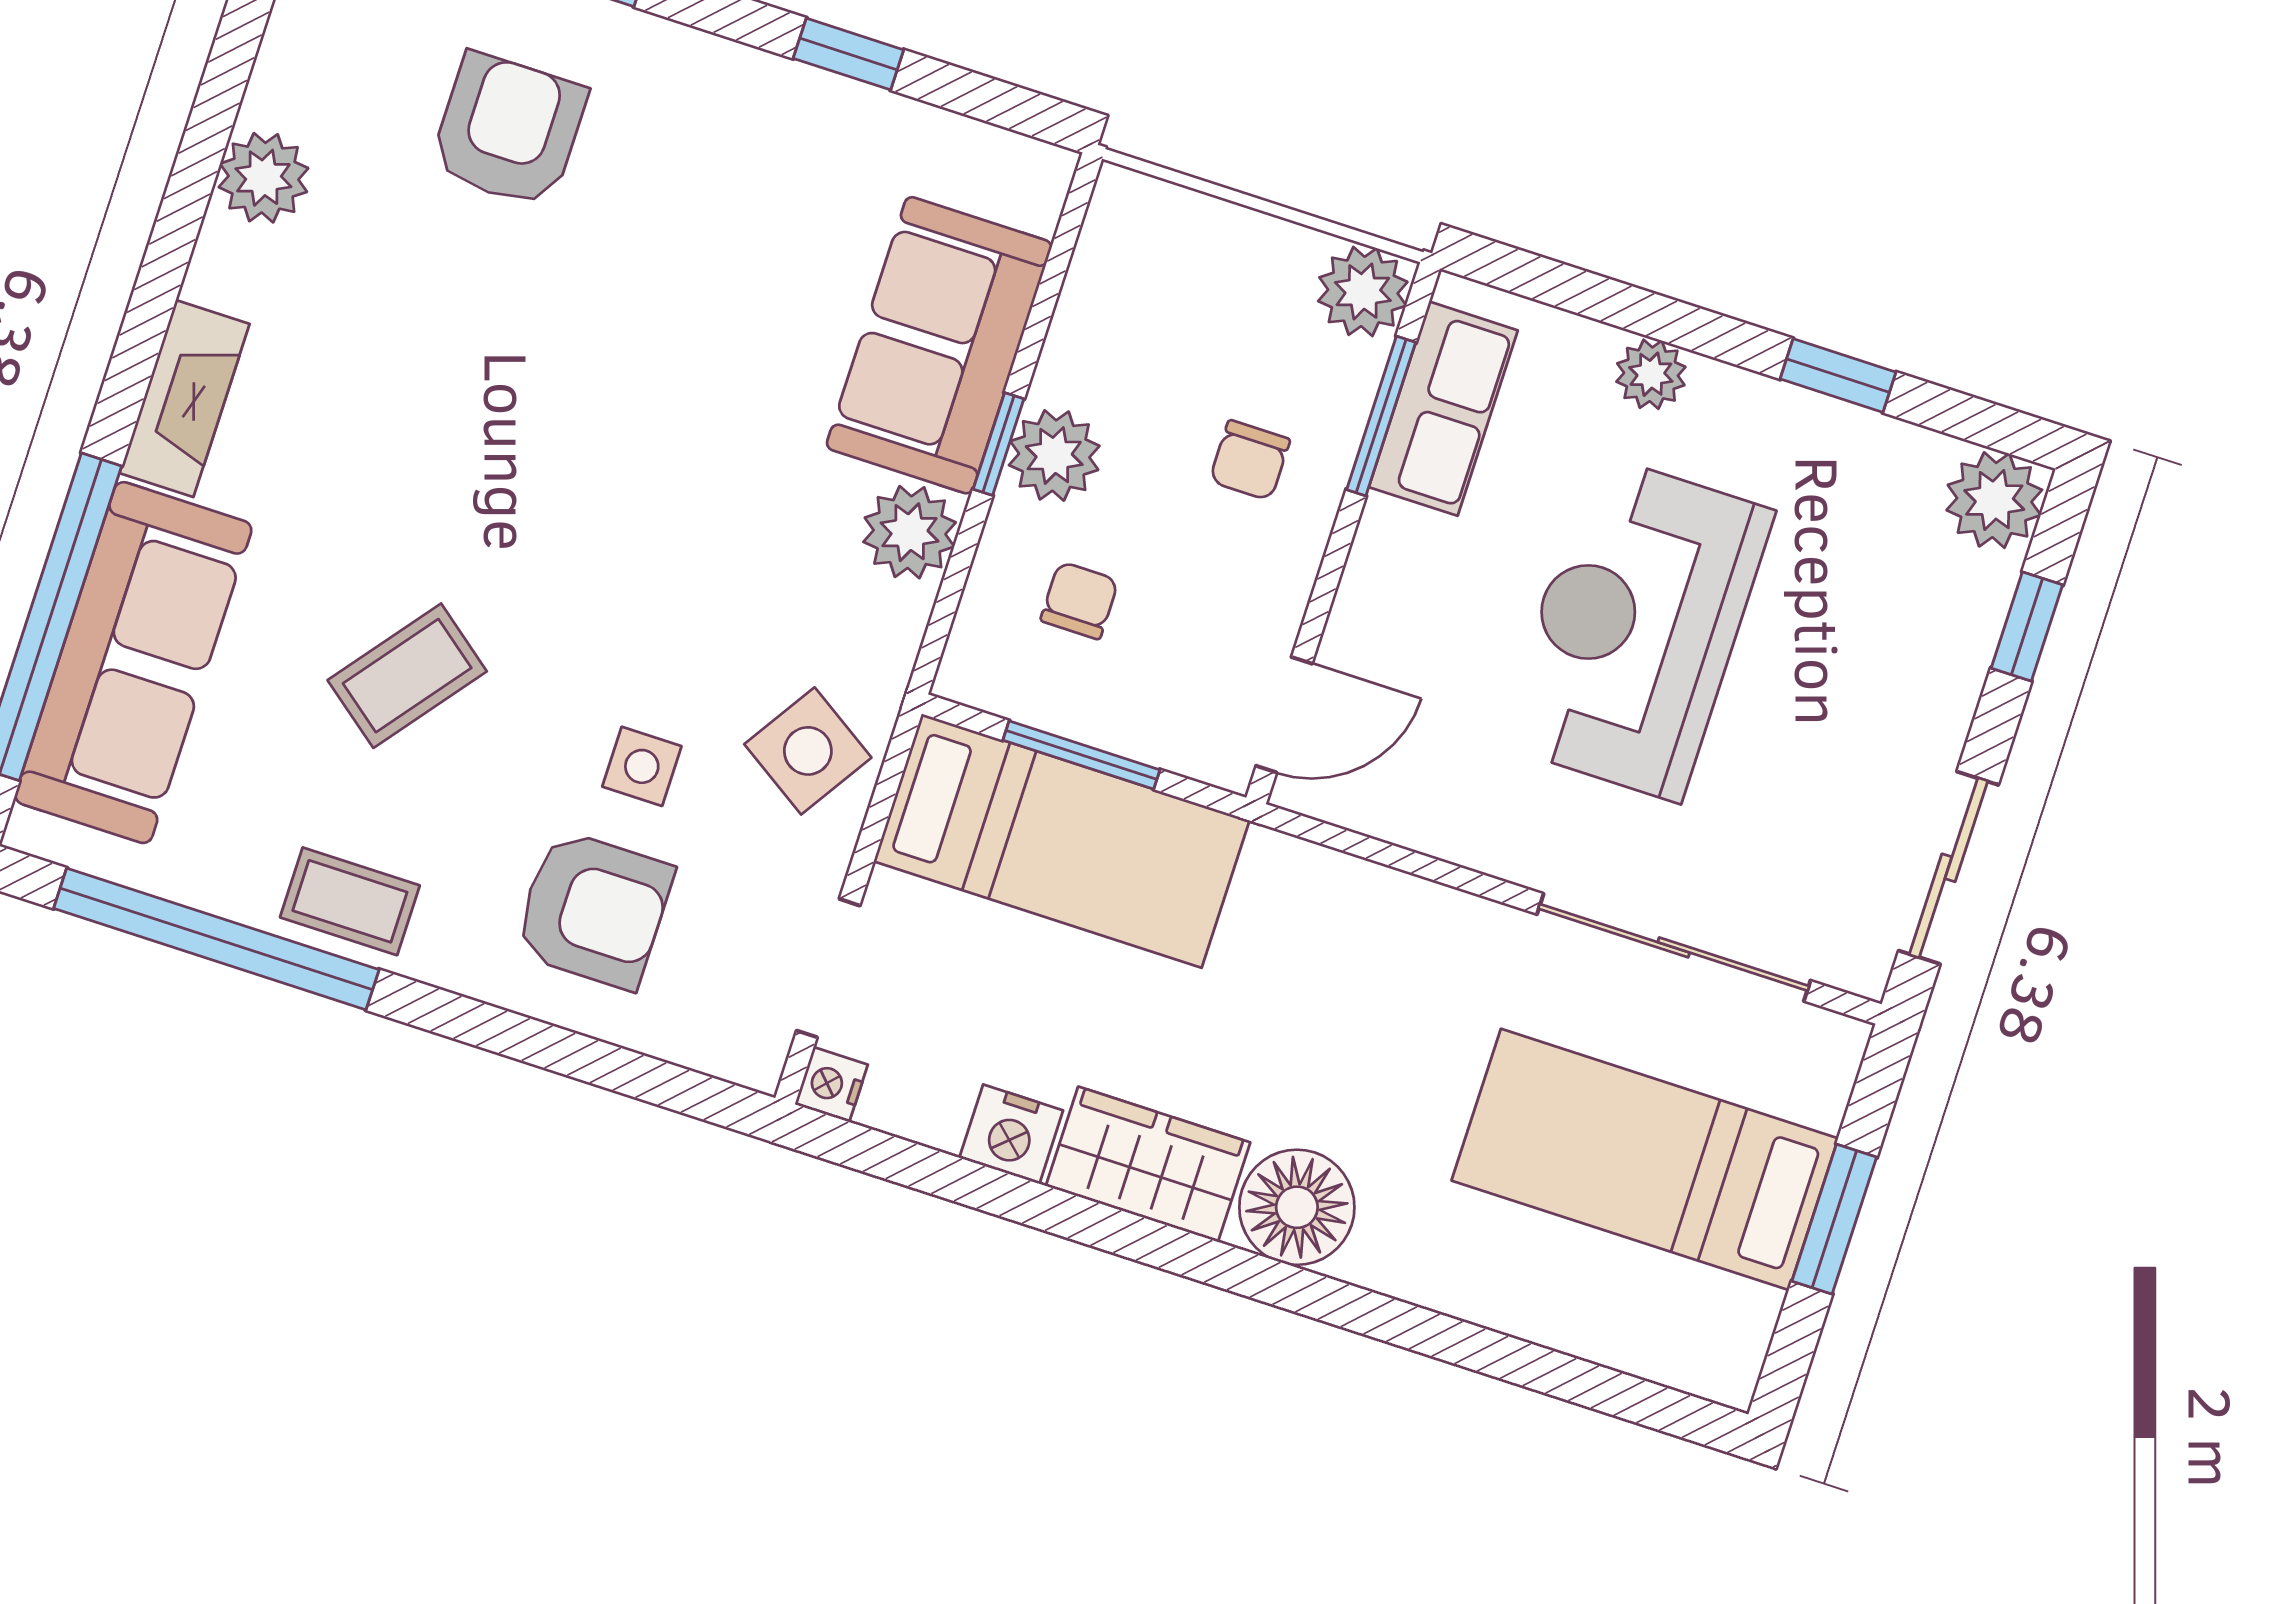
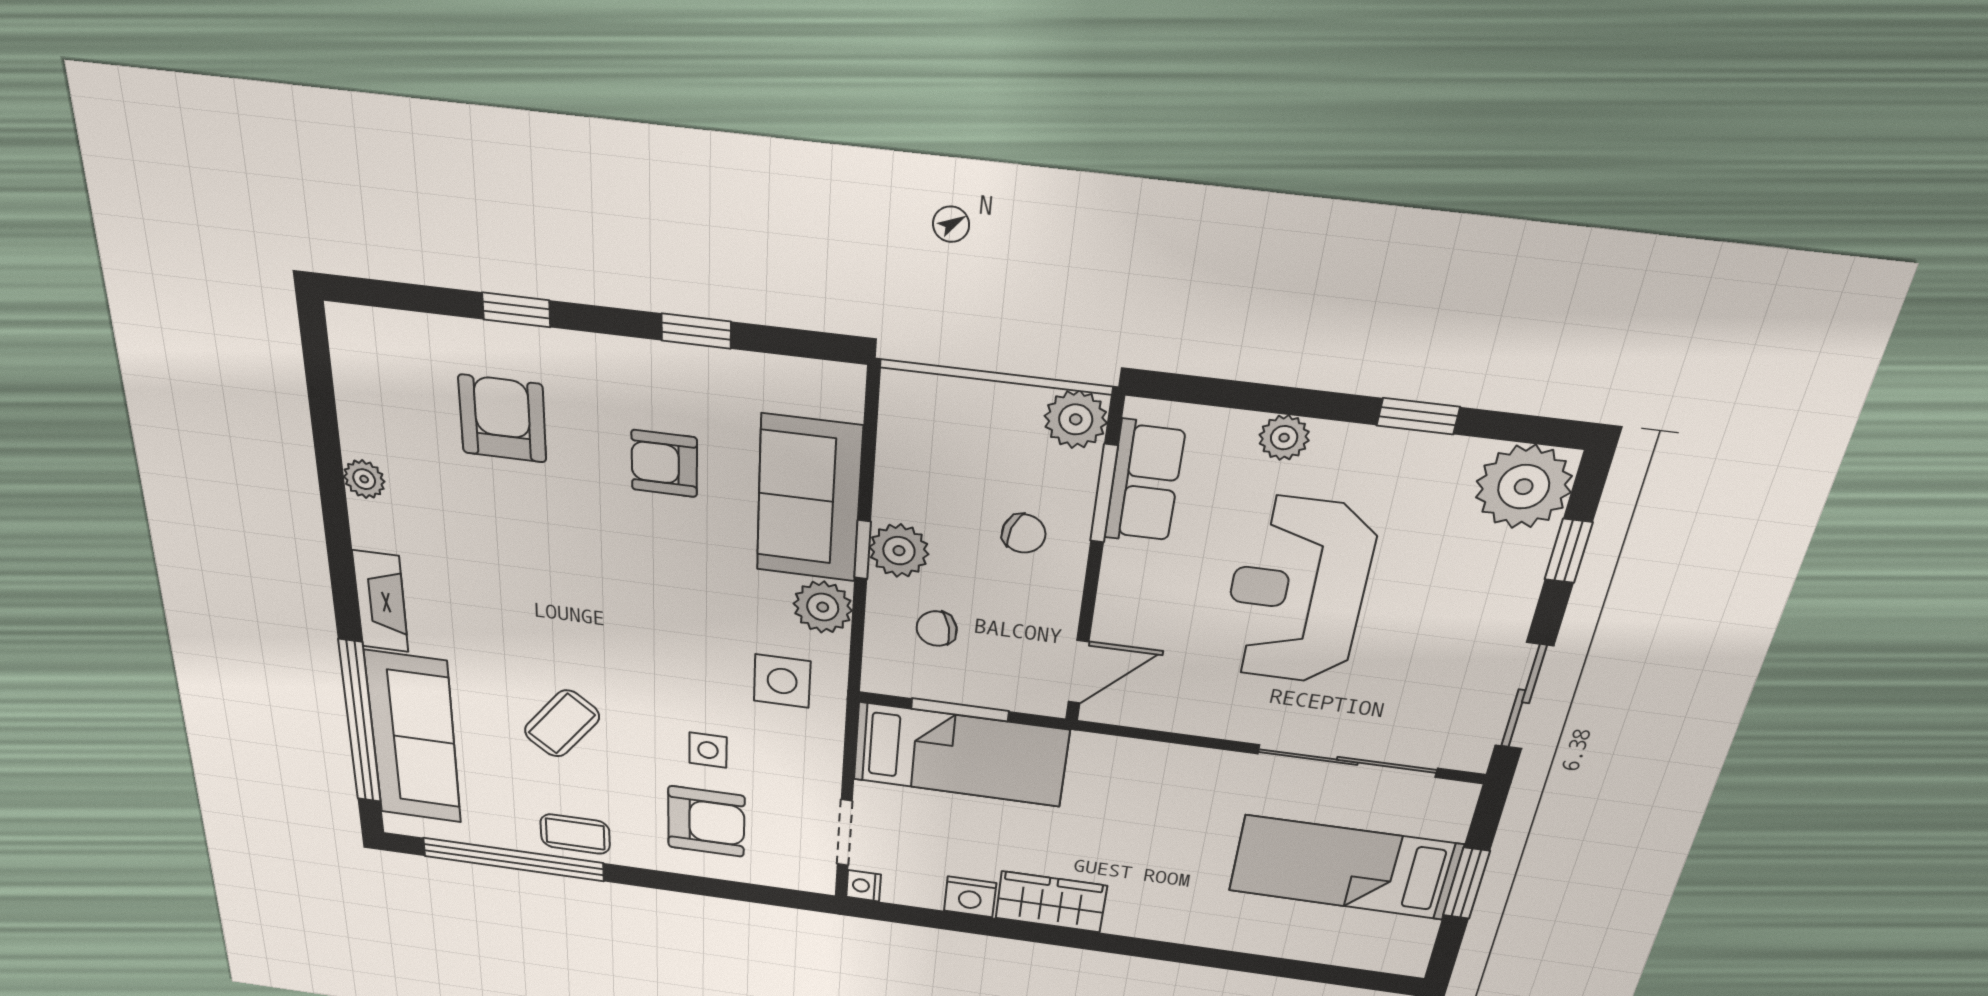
plant: (263, 178) -> (364, 479), width x0.73, depth x0.73
armchair: (734, 248) -> (664, 464), added
chair: (1250, 460) -> (1024, 534), turned -71
plant: (1994, 500) -> (1524, 487), width x1.36, depth x1.36
chair: (1079, 600) -> (937, 629), turned -103
side table: (808, 751) -> (782, 681), moved, turned -33
floor lamp: (1297, 1207) -> (1141, 912), removed

